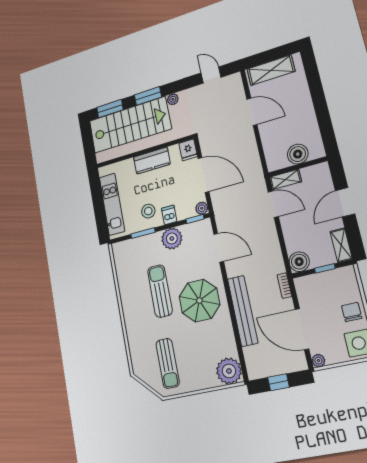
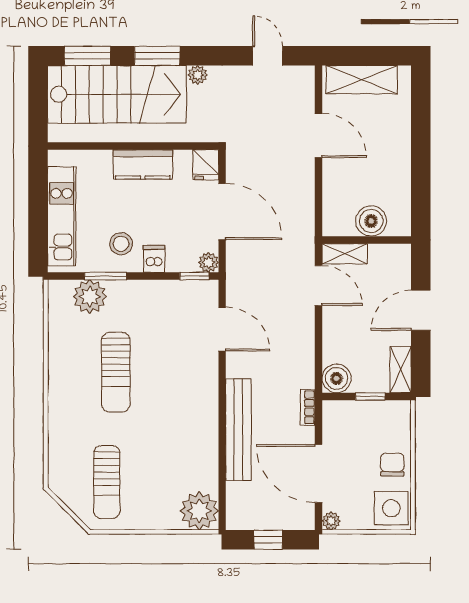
plant: (172, 239) -> (90, 297), moved
sun lounger: (160, 291) -> (116, 372), turned 180
parasol: (199, 301) -> (176, 400), removed

